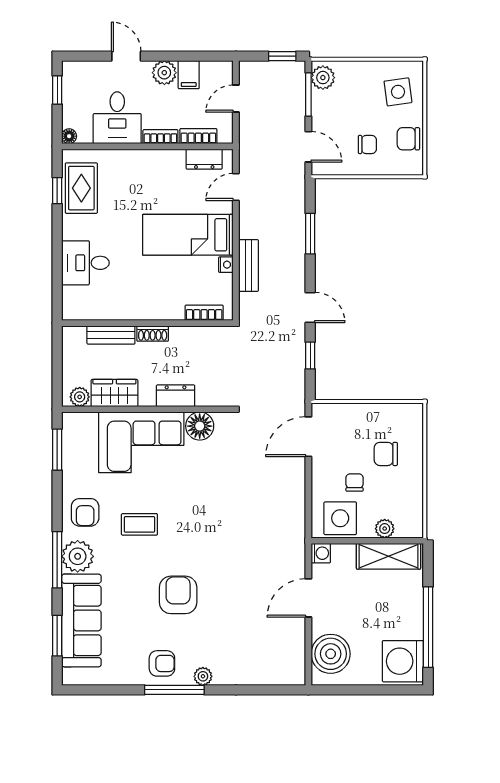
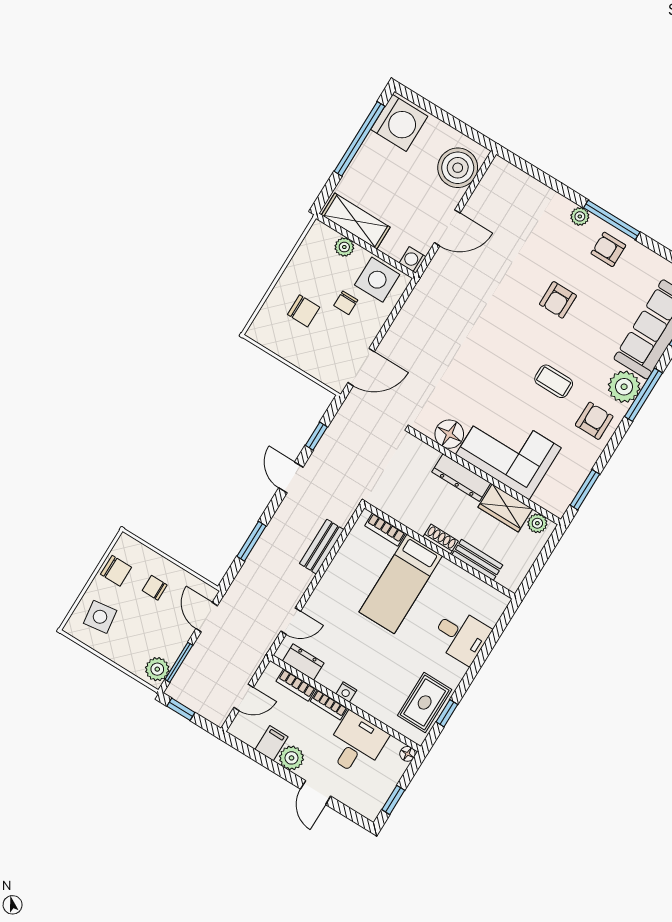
bed: (188, 235) -> (401, 584), moved, turned 90
nightstand: (226, 265) -> (346, 692), moved, turned -90
dresser: (176, 396) -> (461, 478), width x1.44
armchair: (178, 595) -> (558, 300), width x0.72, depth x0.72

